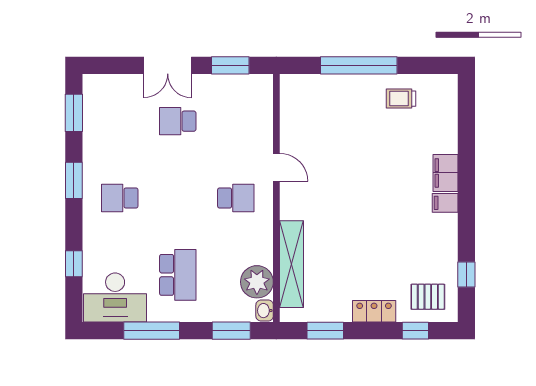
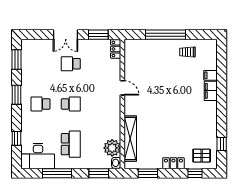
locker: (264, 93) -> (116, 49), added
school desk: (236, 198) -> (71, 104), moved
filing cabinet: (445, 203) -> (211, 75), moved

